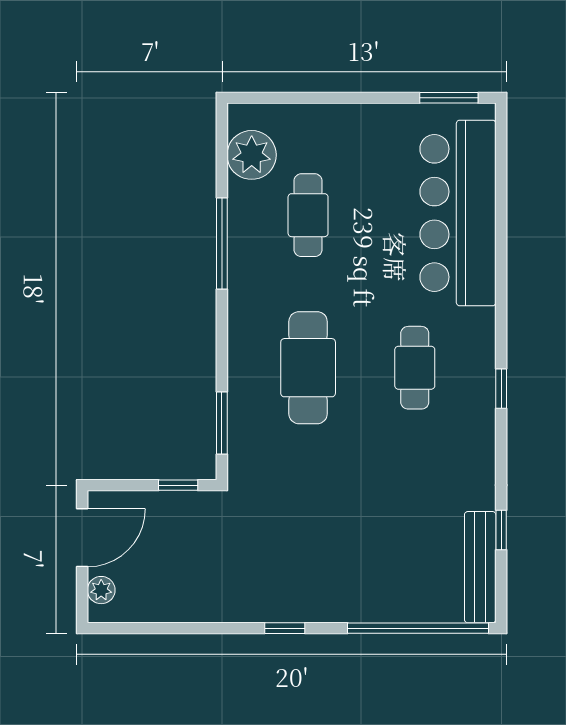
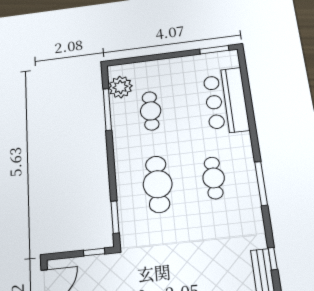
bar counter: (458, 213) -> (226, 101), width x0.73
window: (222, 244) -> (107, 109), moved
window: (501, 389) -> (261, 183), width x2.17

